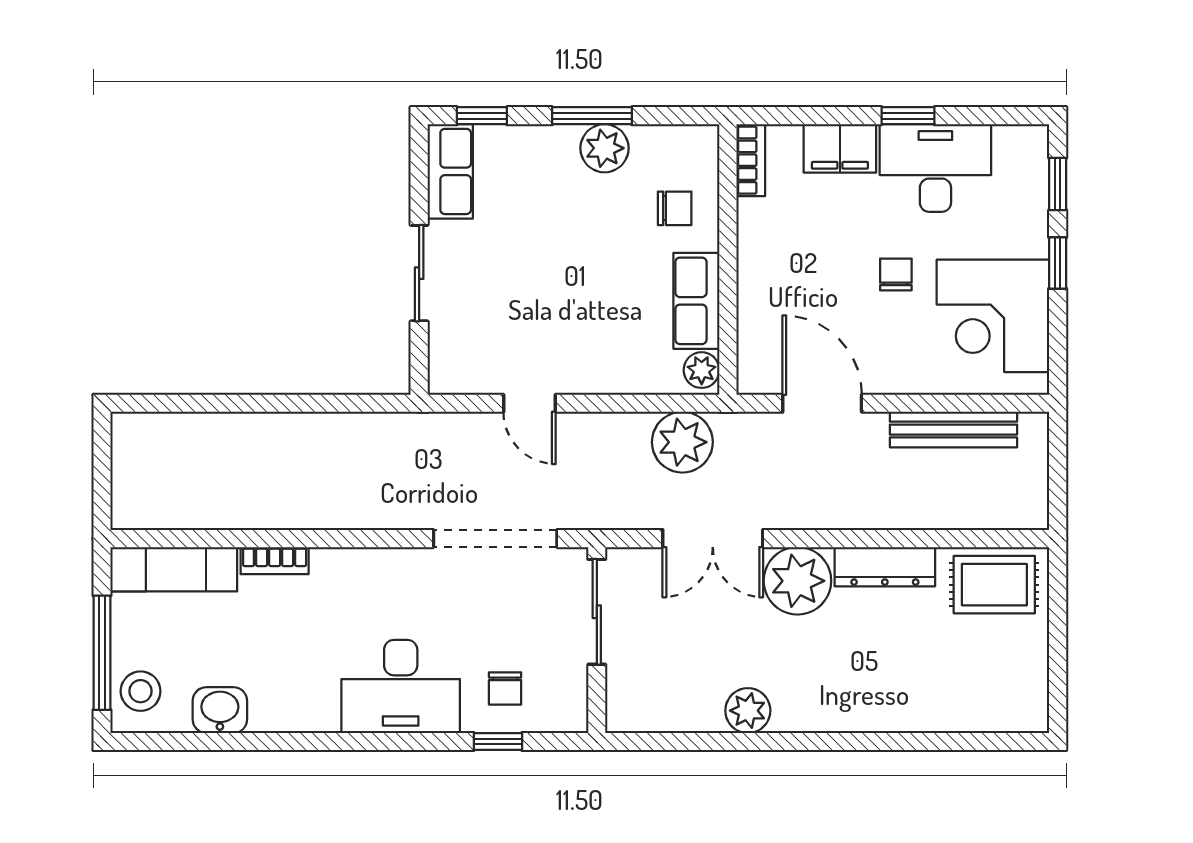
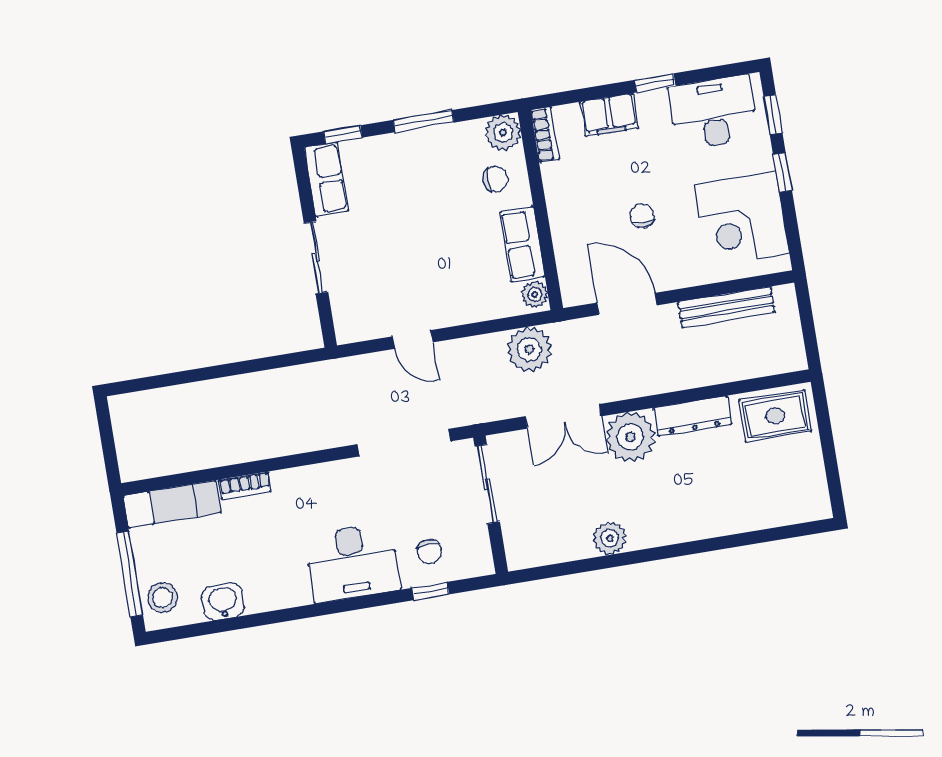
plant: (604, 148) -> (503, 132), moved
desk: (935, 168) -> (713, 113), moved
chair: (896, 274) -> (642, 216), moved

